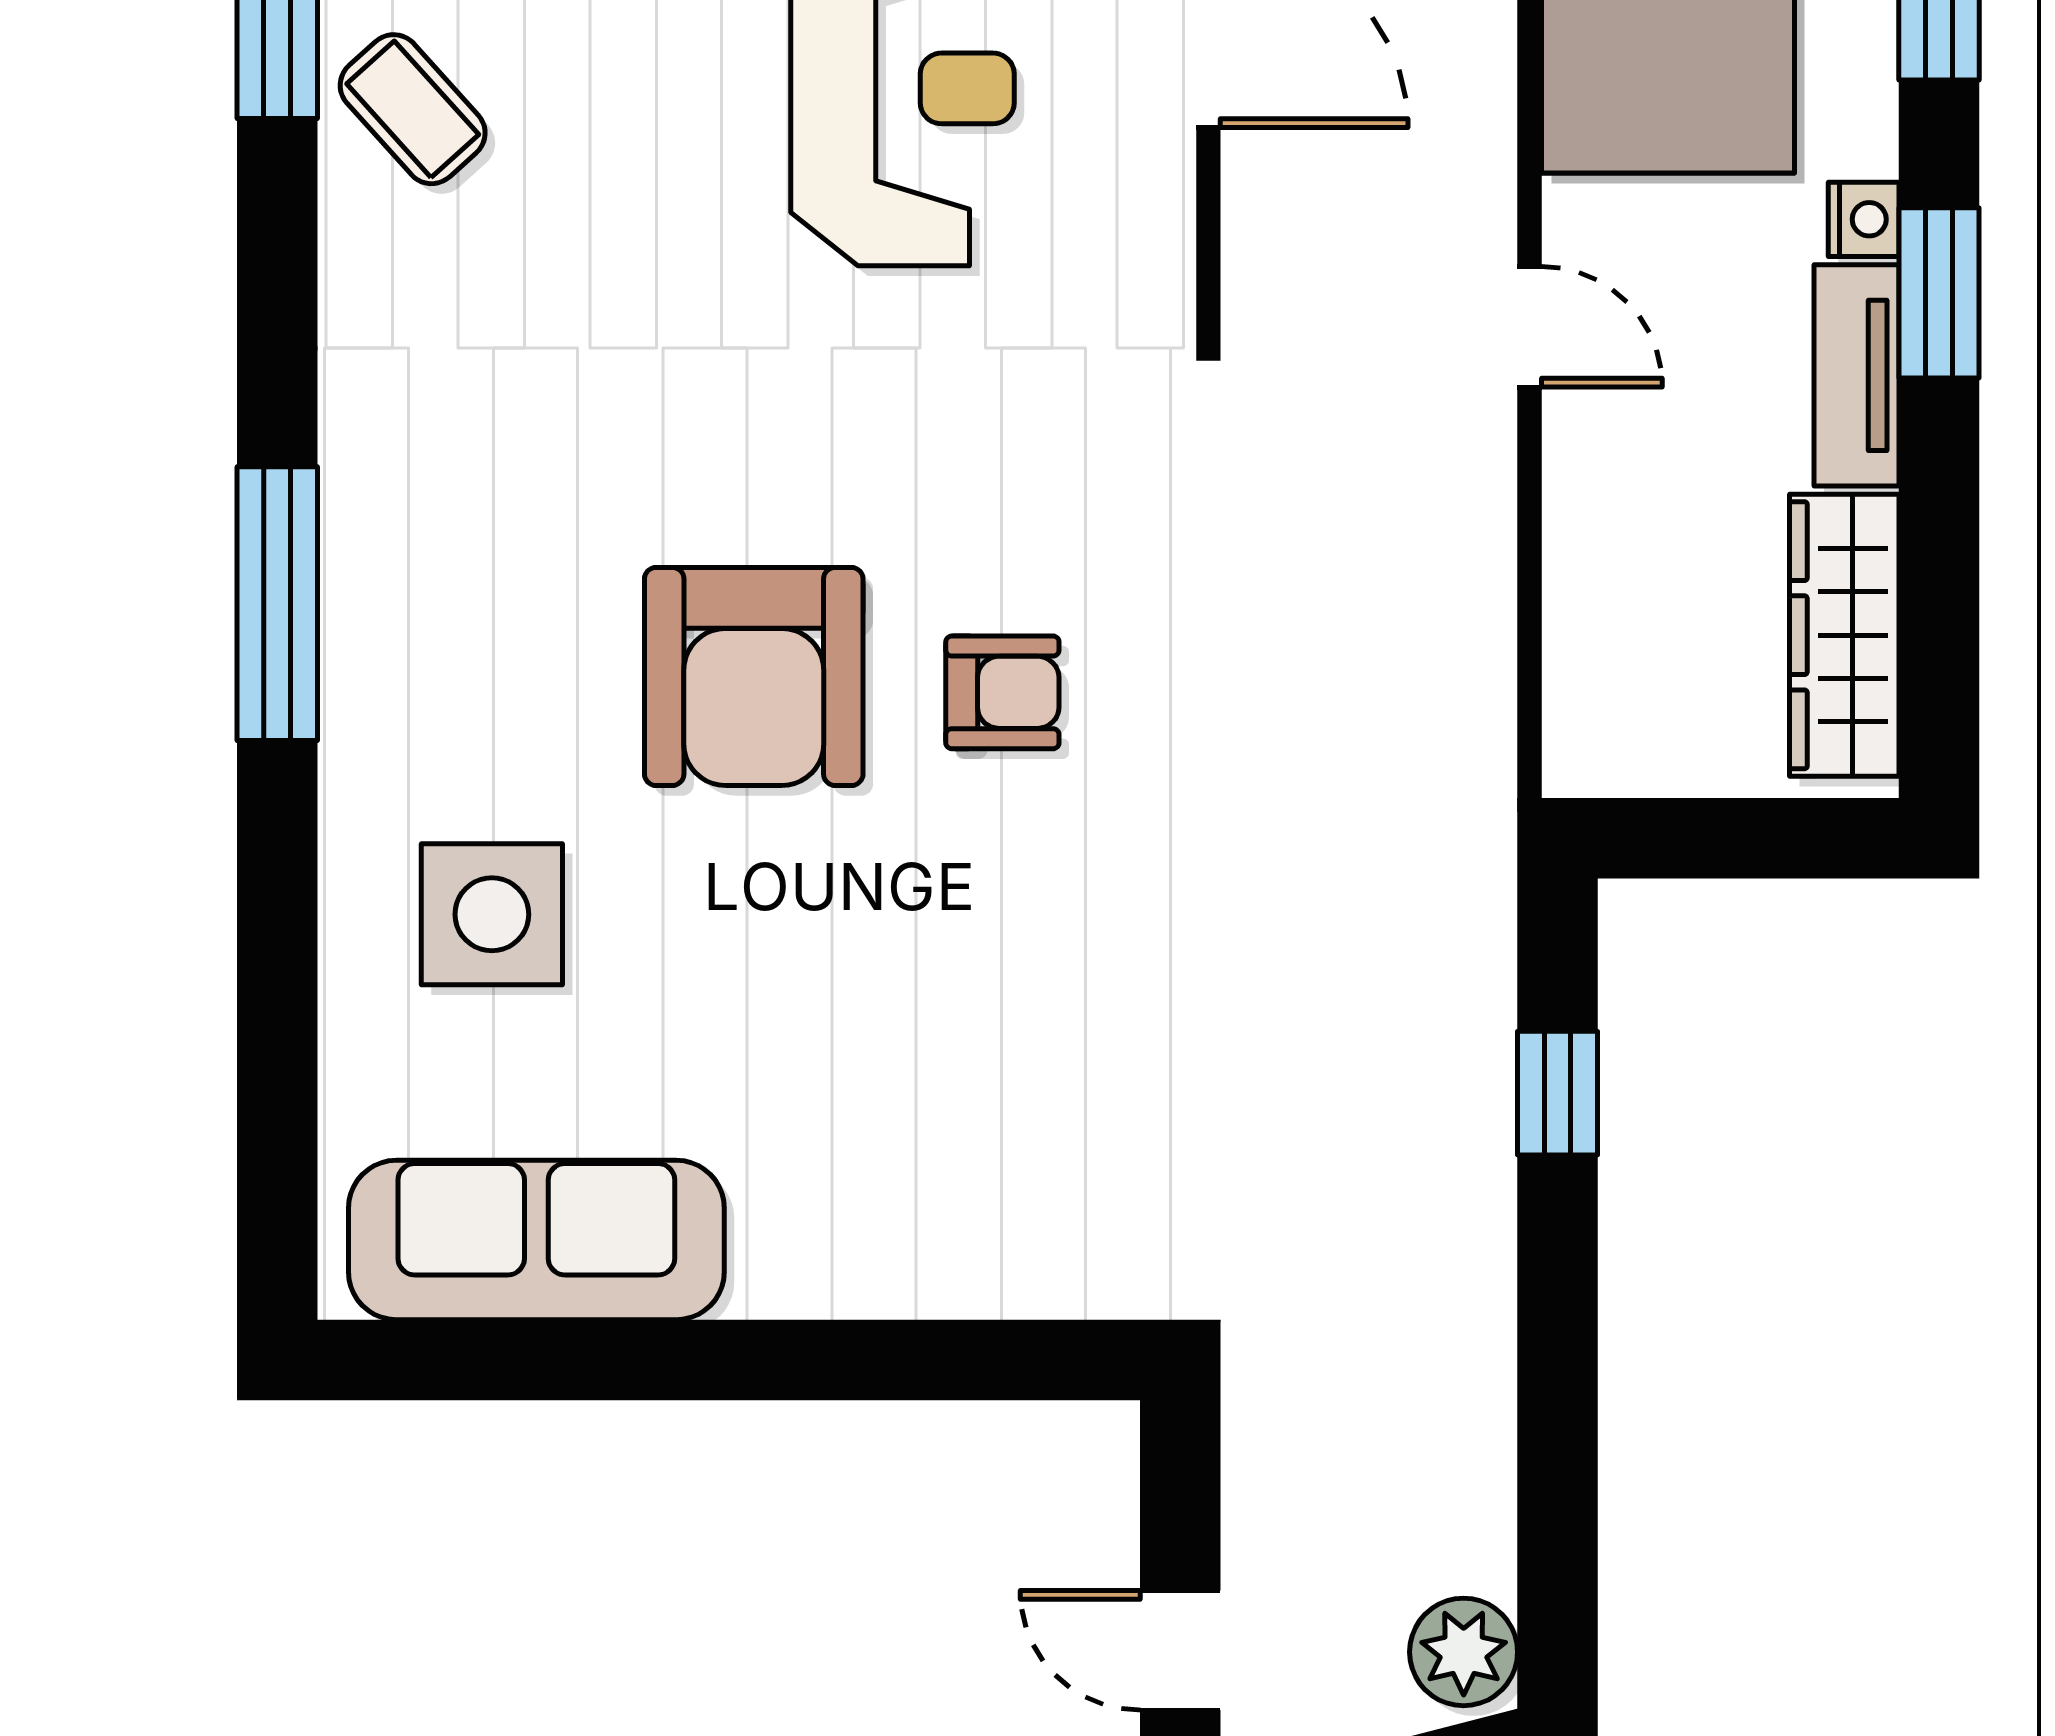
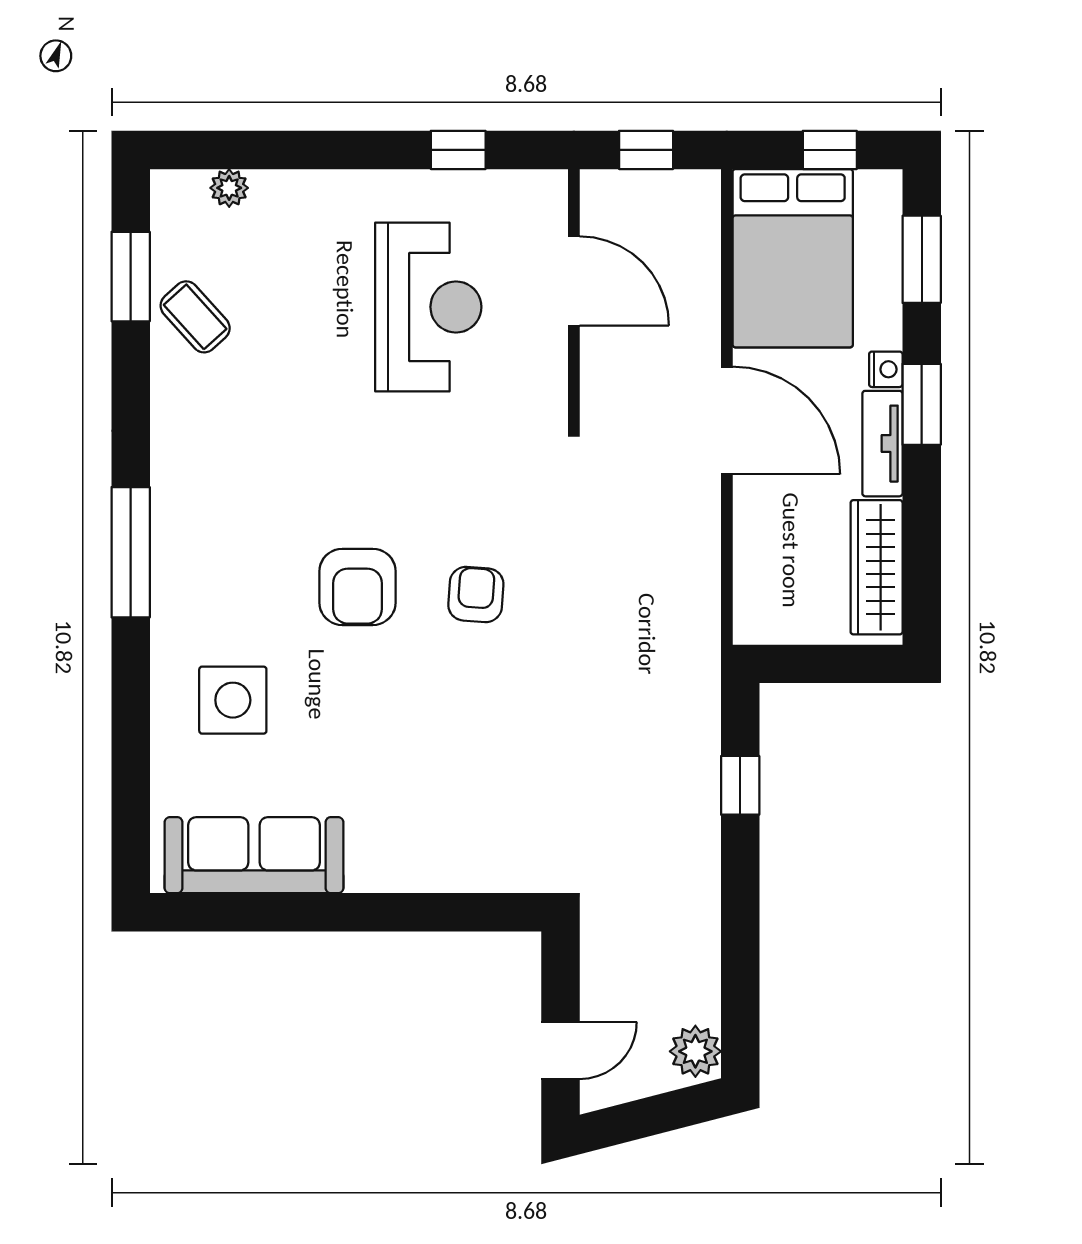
door: (1529, 327) -> (727, 420), width x1.88
armchair: (754, 676) -> (357, 587), width x0.73, depth x0.73
armchair: (1002, 692) -> (476, 594), turned -86
door: (1180, 1650) -> (561, 1050), swing flipped

